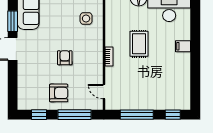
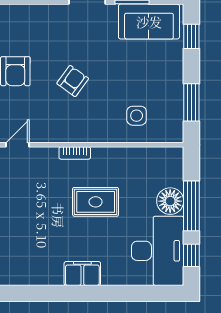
filing cabinet: (183, 46) -> (82, 273), width x2.00
armchair: (65, 58) -> (73, 81), turned -54

